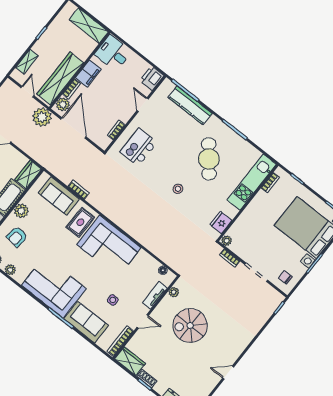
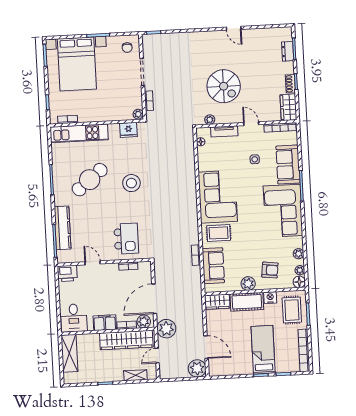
door: (143, 105) -> (93, 263), swing flipped
kitchen island: (139, 147) -> (126, 239), turned -90
stool: (178, 189) -> (131, 183), width x1.89, depth x1.89

